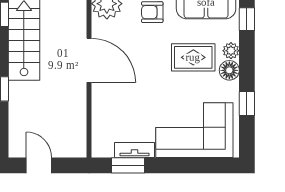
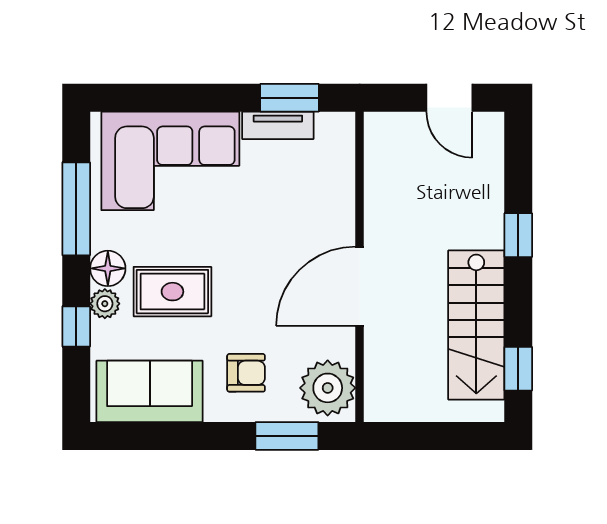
window: (247, 19) -> (76, 326), moved
door: (89, 60) -> (360, 286), hinge flipped
window: (247, 104) -> (76, 209), width x2.17

